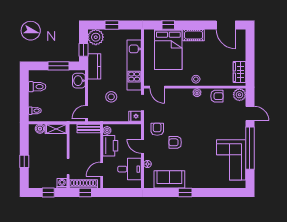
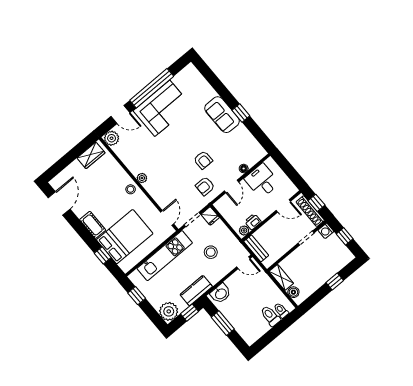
window: (112, 25) -> (137, 296), moved
toilet: (37, 87) -> (270, 316), moved
armchair: (217, 96) -> (130, 158), removed
door: (250, 114) -> (120, 114), swing flipped
printer: (110, 146) -> (253, 222), width x0.53, depth x0.68
corner sofa: (231, 160) -> (162, 108), moved
sofa: (169, 179) -> (222, 115), moved

